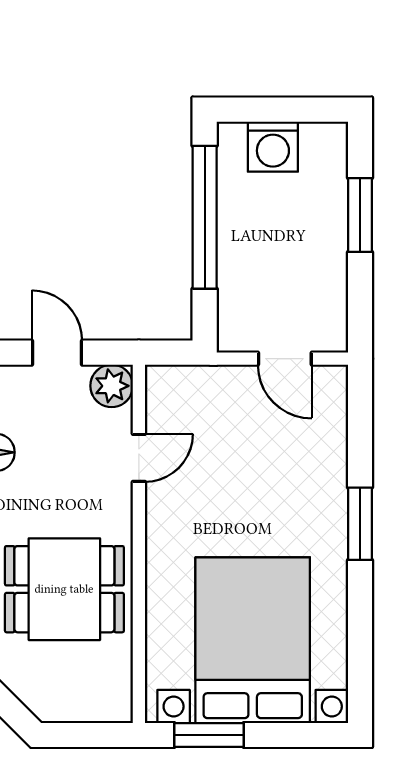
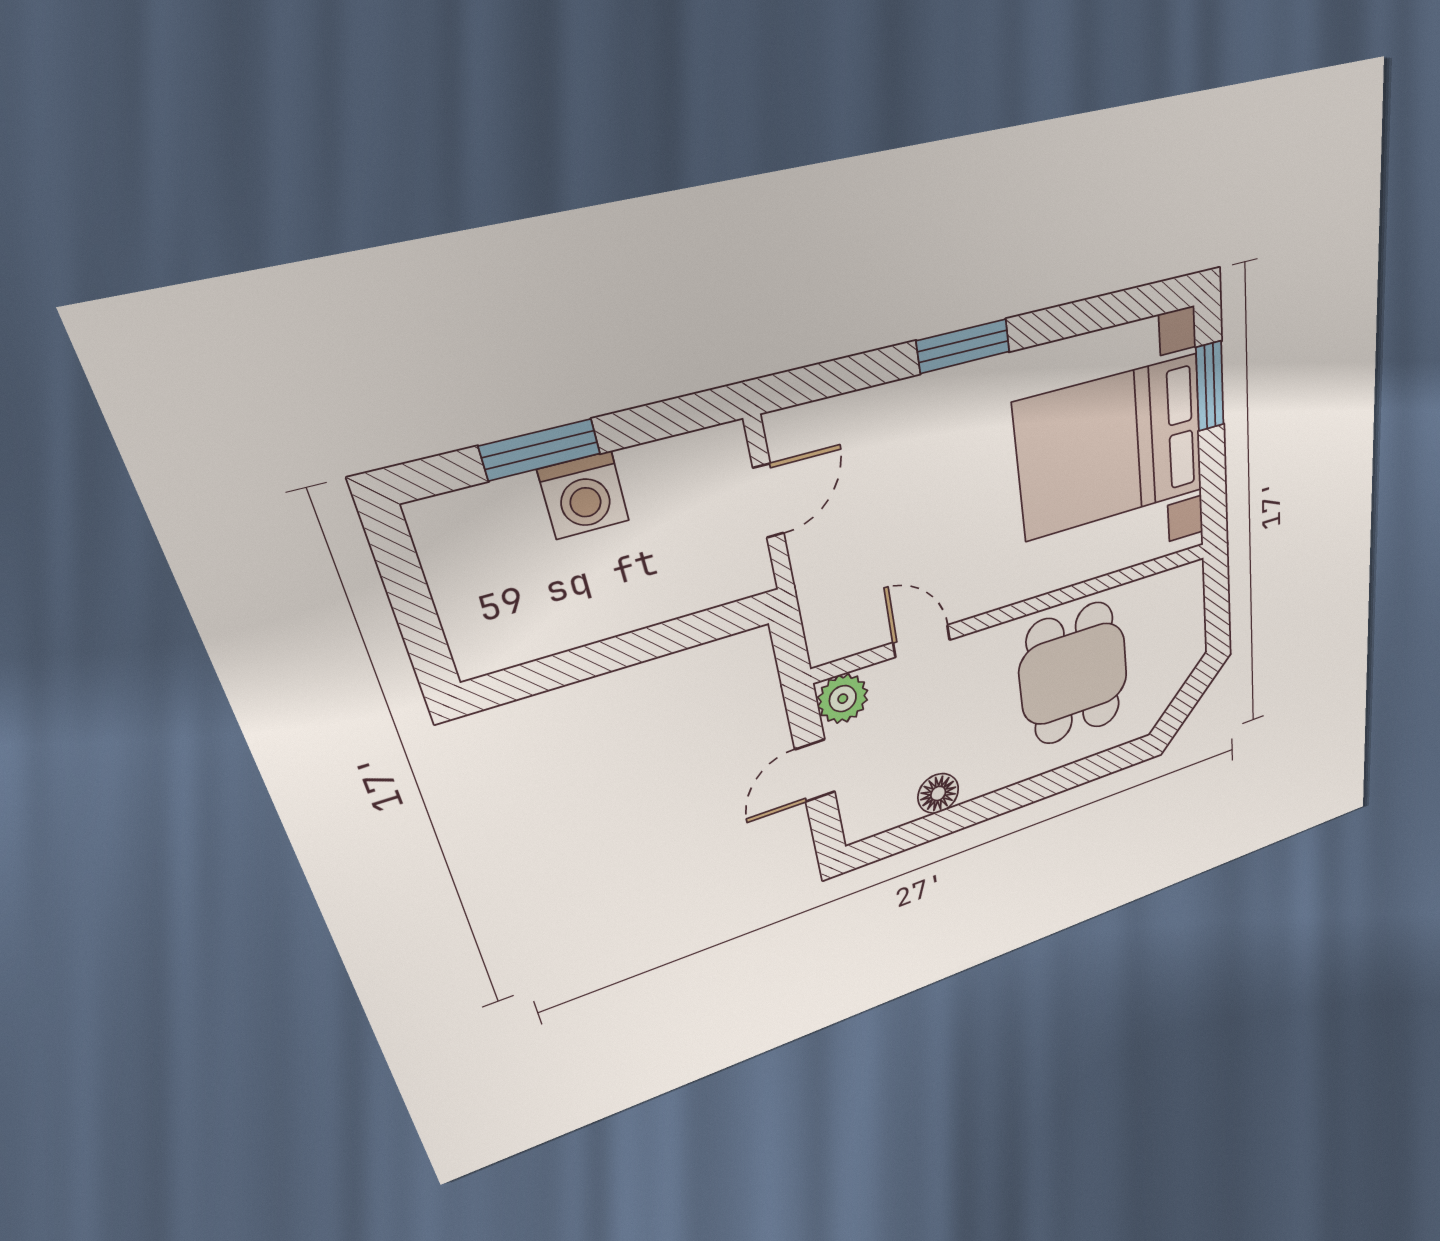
washing machine: (273, 147) -> (584, 495), moved, turned 90
window: (205, 217) -> (602, 657), removed
window: (209, 735) -> (1210, 386), moved

